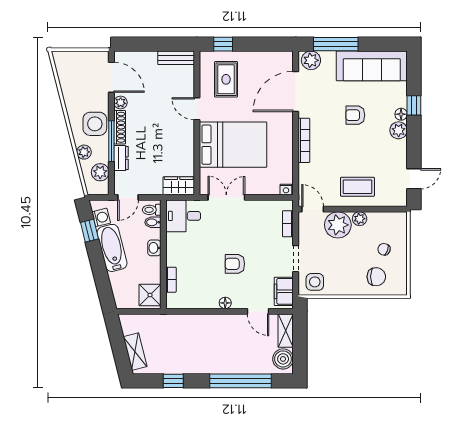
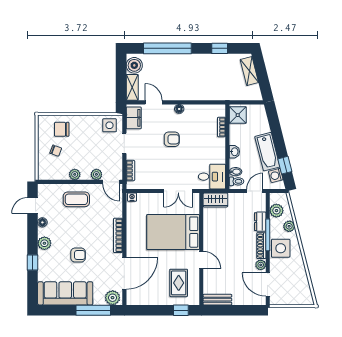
floor lamp: (401, 114) -> (42, 222), moved
plant: (338, 225) -> (96, 174), width x0.53, depth x0.53

